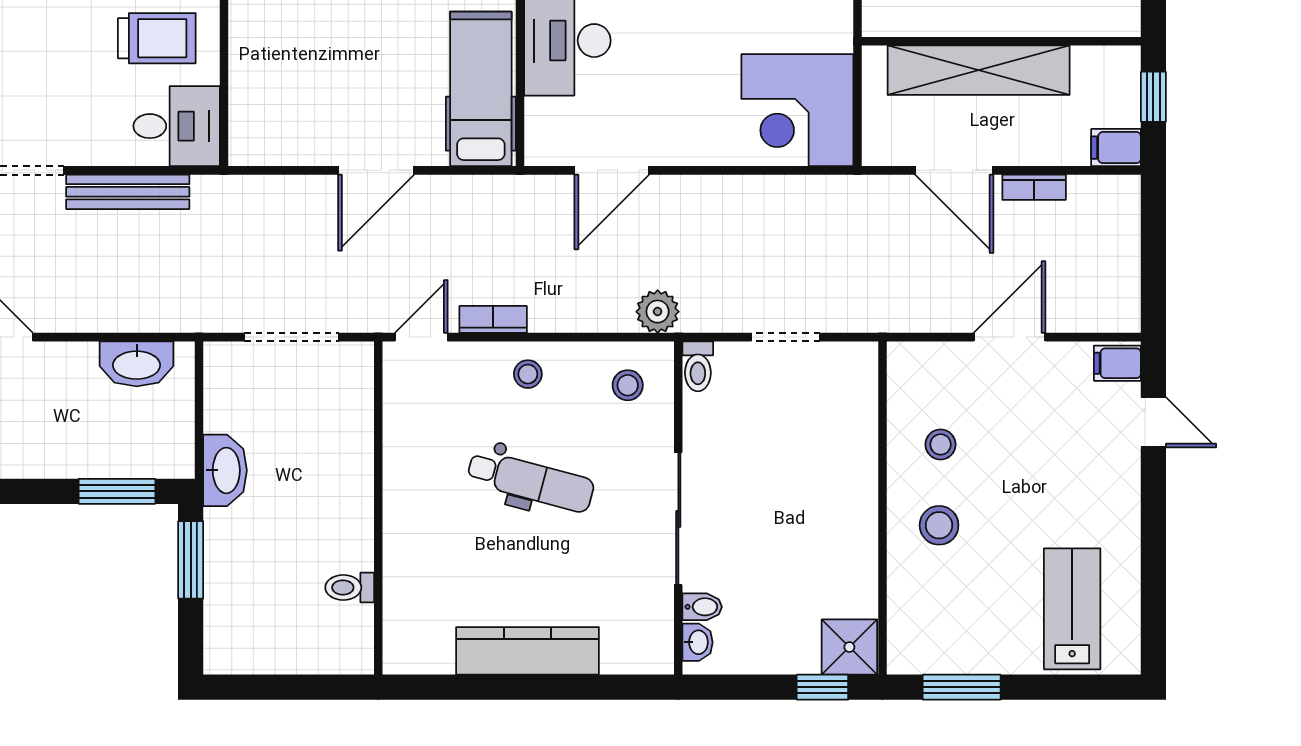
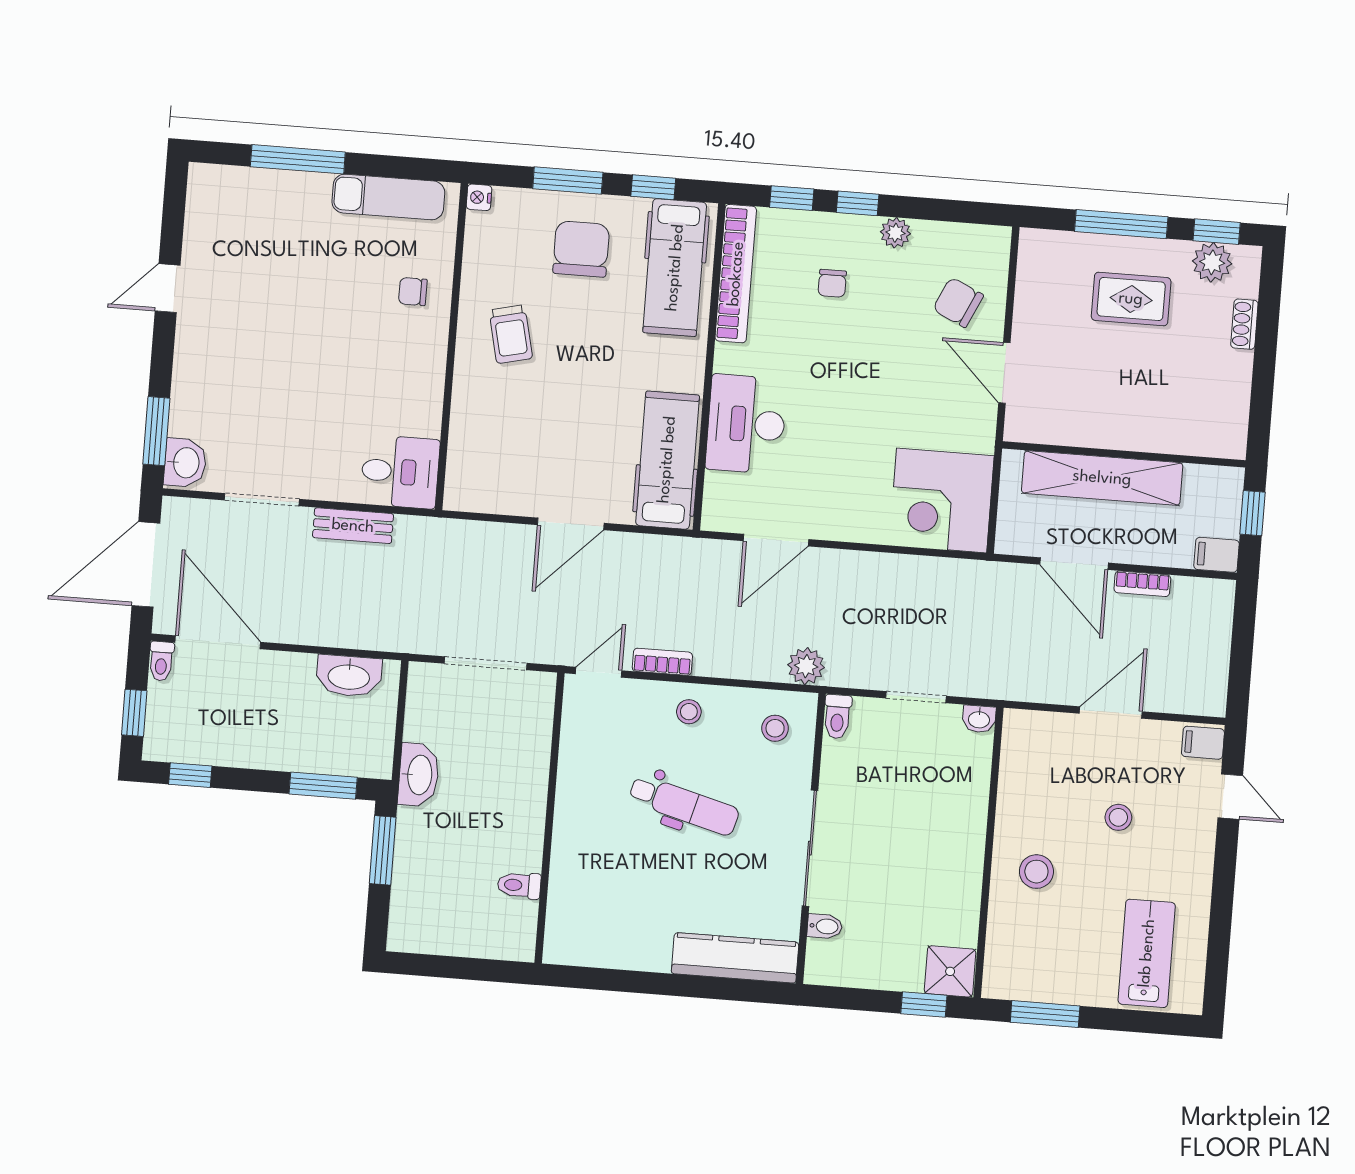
trolley: (157, 38) -> (389, 394), removed
bench: (128, 192) -> (353, 526), width x0.73
stool: (941, 444) -> (1118, 817), moved
washbasin: (698, 642) -> (979, 719), moved, turned 90
kitchen counter: (528, 651) -> (735, 958), moved

